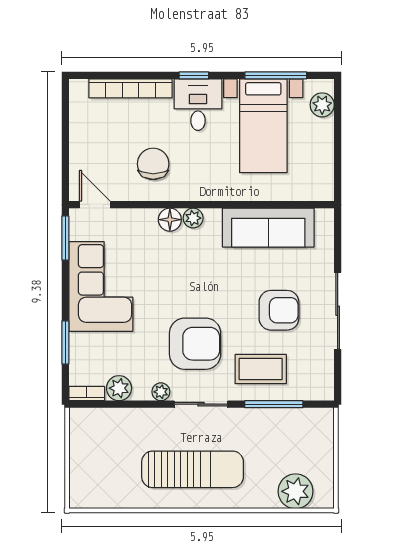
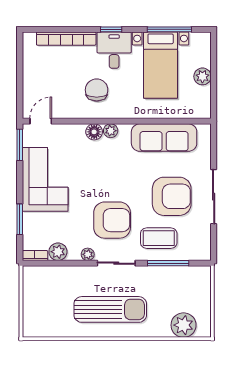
plant: (322, 105) -> (202, 76), moved
chair: (153, 164) -> (97, 90), moved
door: (95, 205) -> (41, 121), hinge flipped
armchair: (279, 310) -> (172, 196), width x1.36, depth x1.36

